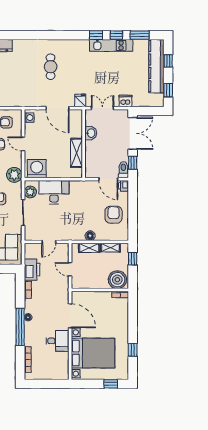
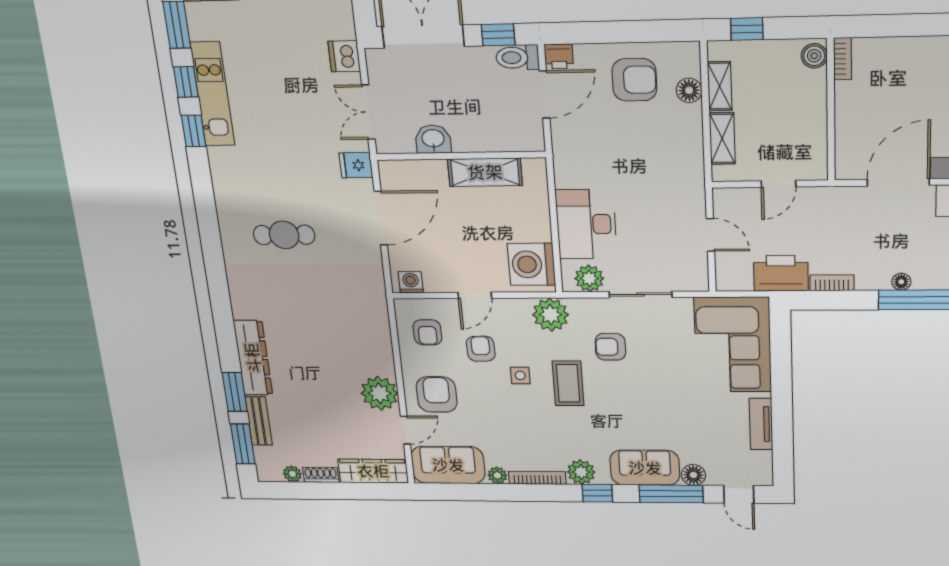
armchair: (114, 215) -> (634, 80), turned 180
floor lamp: (90, 236) -> (689, 90), moved
boiler: (117, 280) -> (814, 56), width x0.54, depth x0.54

